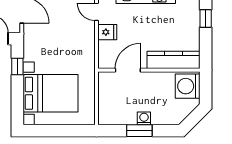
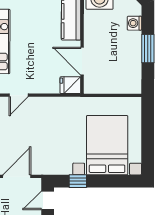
fridge: (107, 32) -> (70, 85), moved, turned -90
washing machine: (144, 118) -> (135, 23), moved

